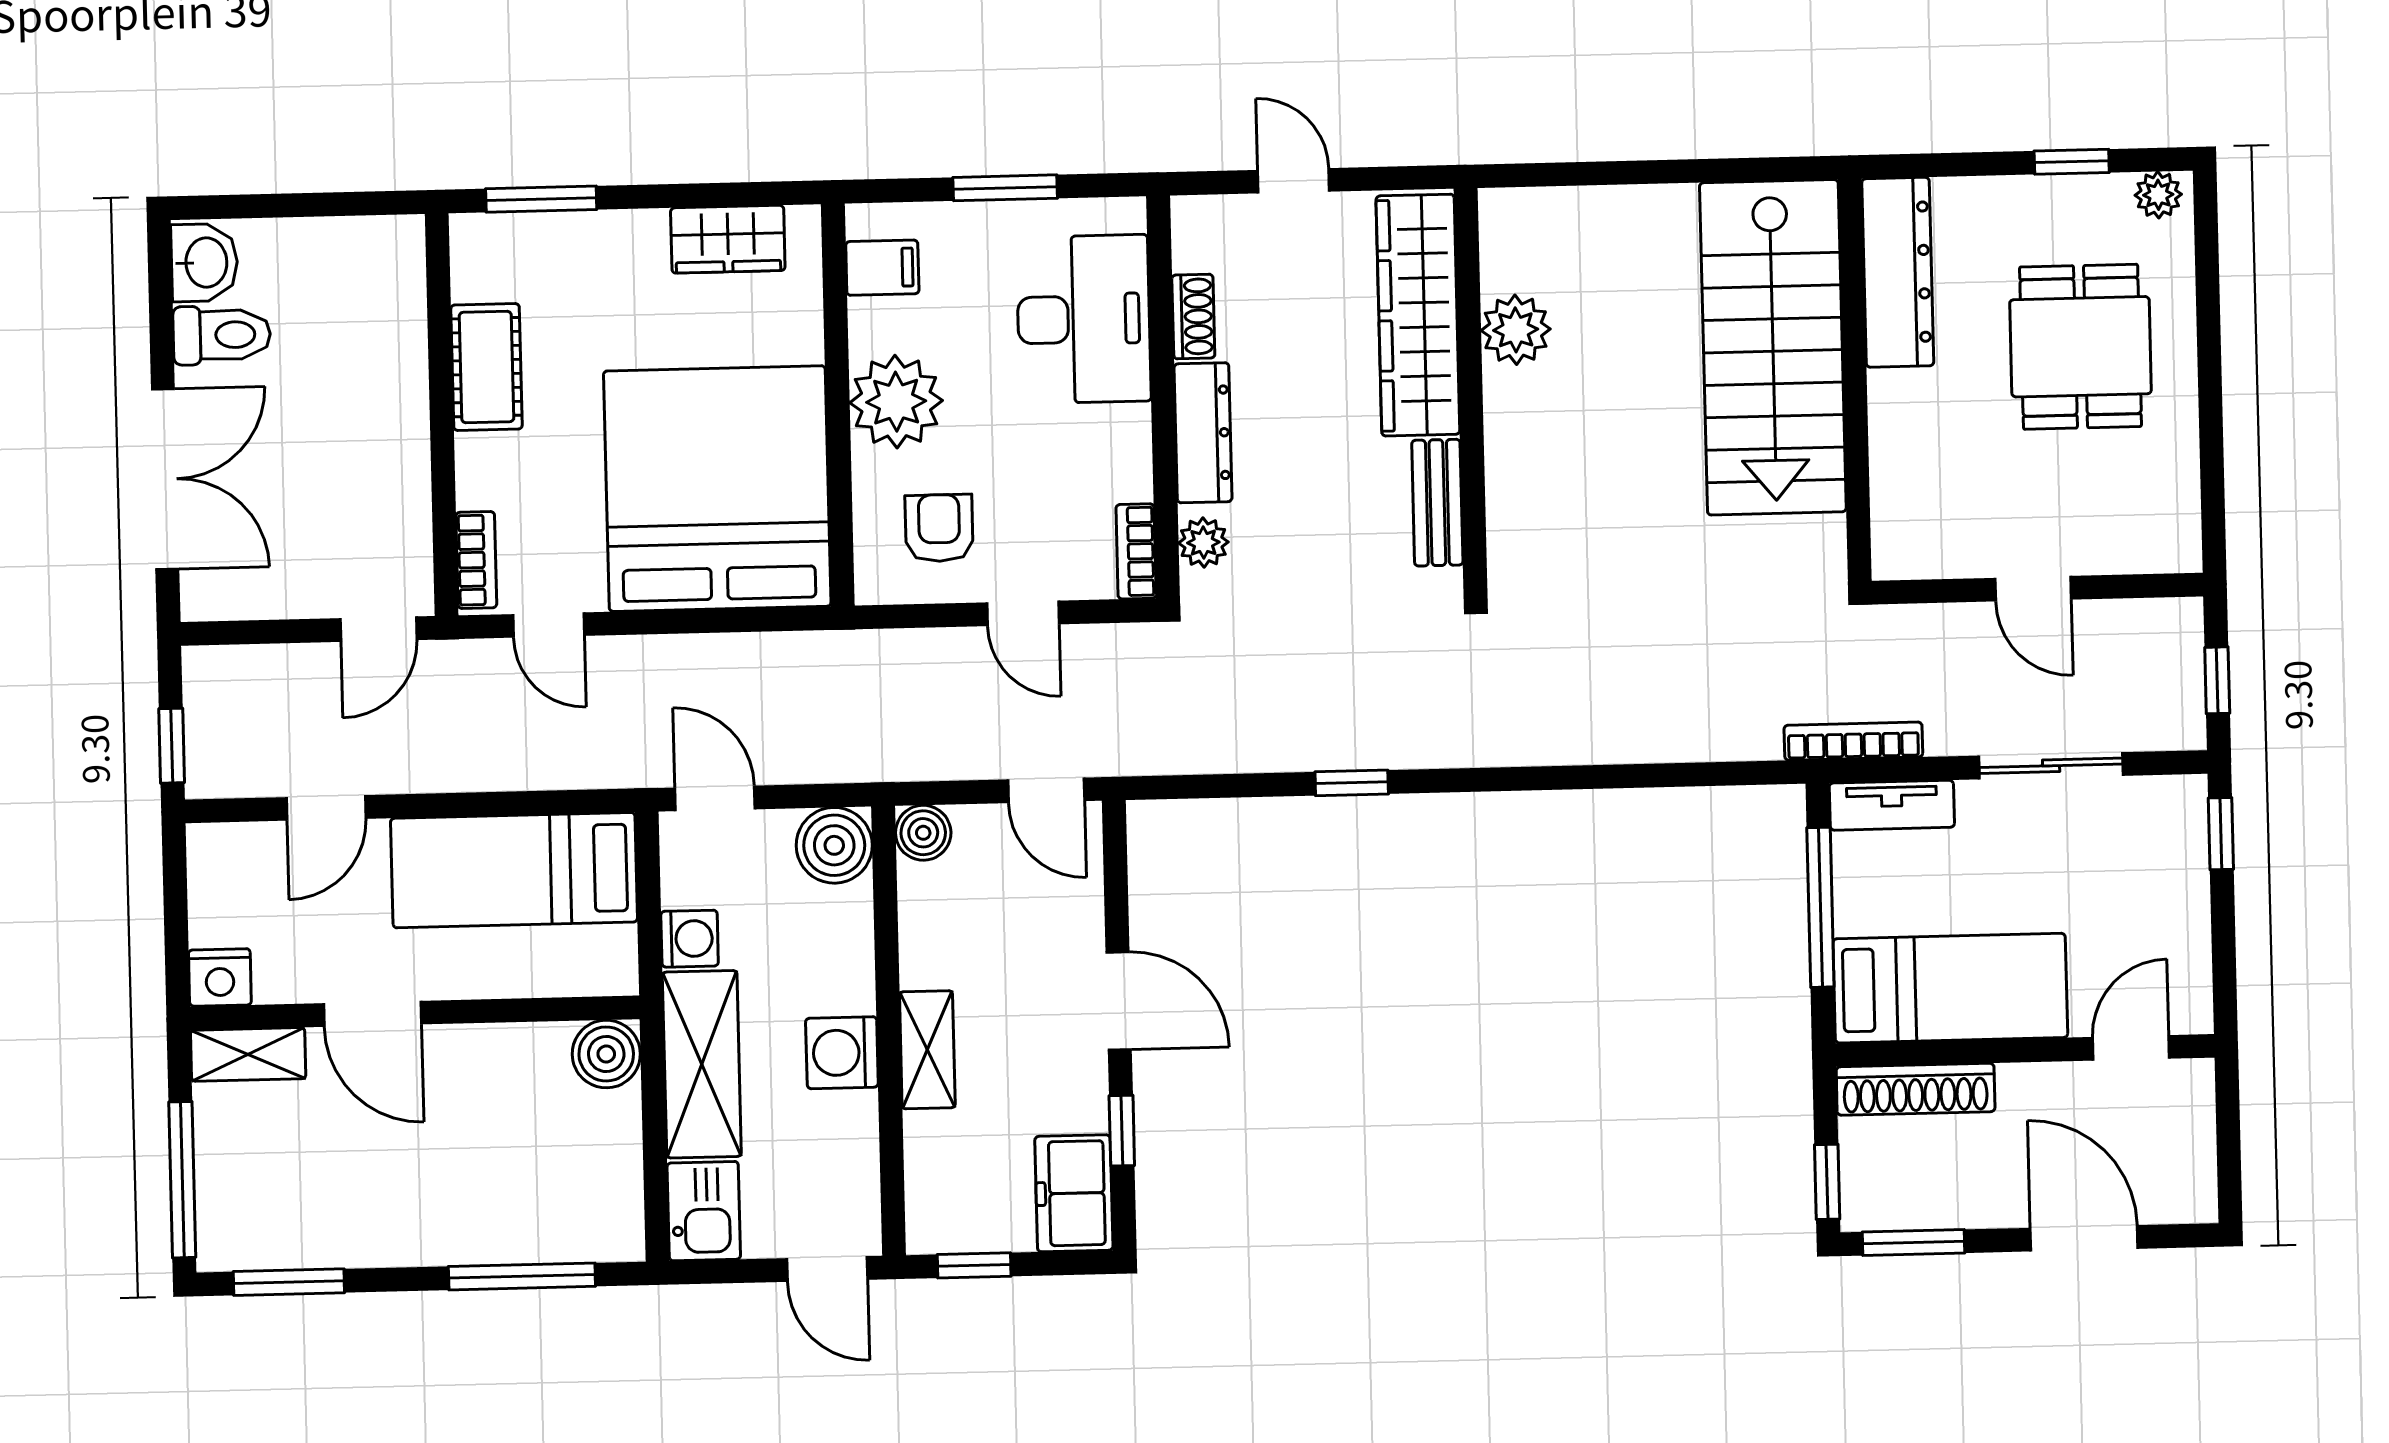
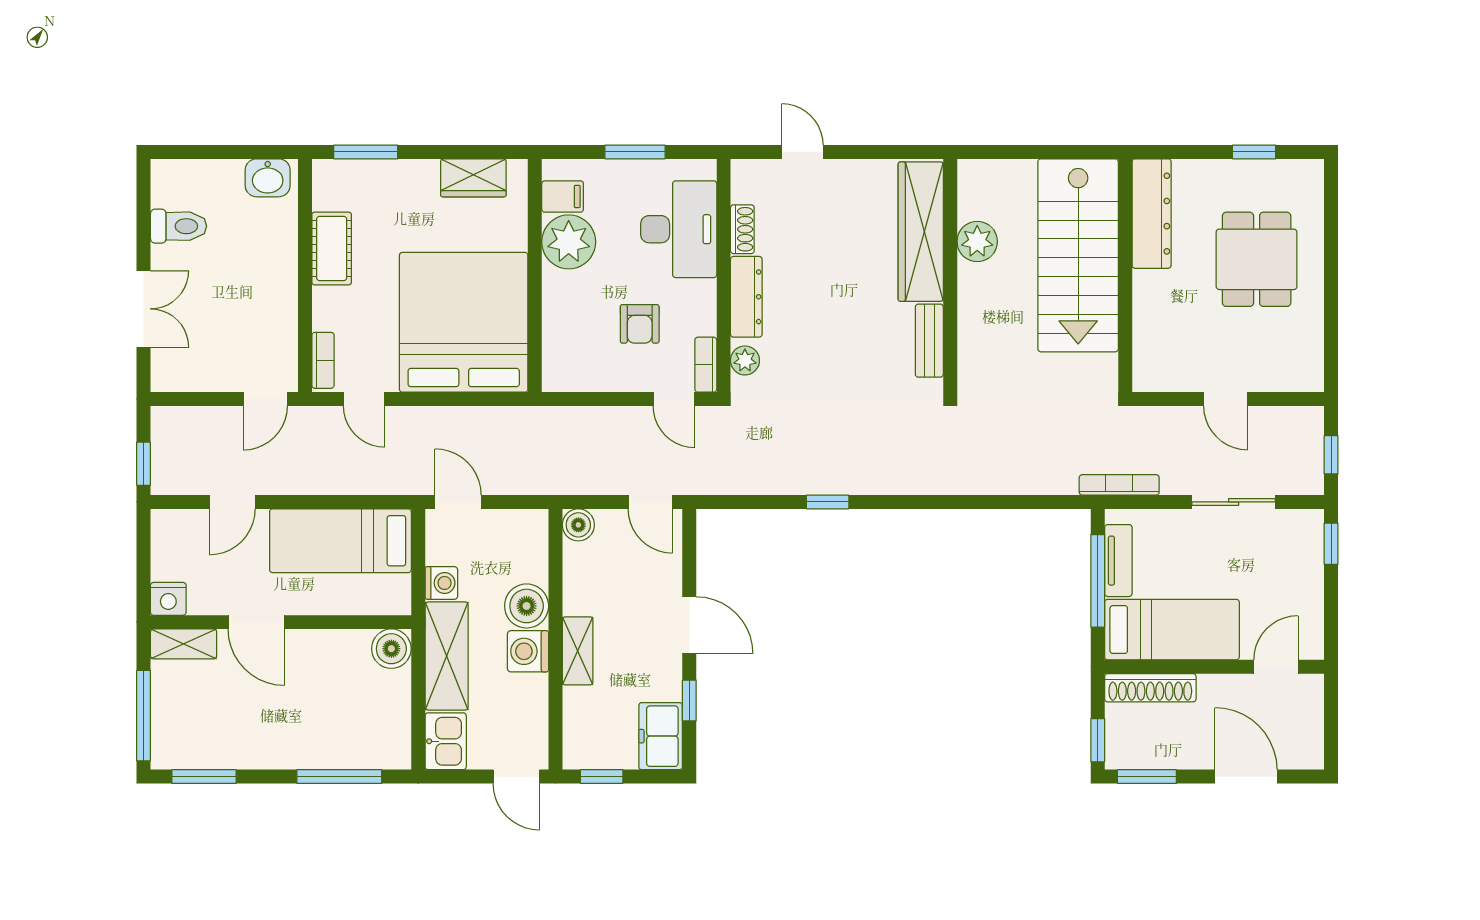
plant: (2158, 195) -> (1304, 172), removed
washbasin: (204, 263) -> (268, 178), moved, turned 90
wardrobe: (1418, 315) -> (921, 232), moved
plant: (1516, 330) -> (977, 241), moved
wall: (1471, 389) -> (950, 275), moved
plant: (896, 402) -> (569, 242), moved
double door: (165, 479) -> (144, 309), width x0.73
bench: (1437, 503) -> (929, 341), moved
armchair: (939, 528) -> (640, 324), moved, turned 180
door: (1023, 613) -> (674, 399), moved
tv unit: (1892, 805) -> (1118, 561), moved, turned -90
boiler: (834, 845) -> (527, 606), moved

